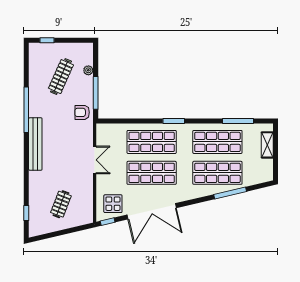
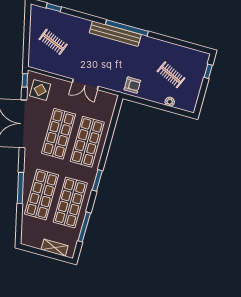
clothes rail: (61, 77) -> (171, 75), width x0.73
window: (96, 93) -> (147, 103), removed
window: (26, 110) -> (127, 28), moved
armchair: (82, 112) -> (132, 85), turned 90
window: (174, 121) -> (97, 180), moved
window: (230, 193) -> (20, 188), moved

